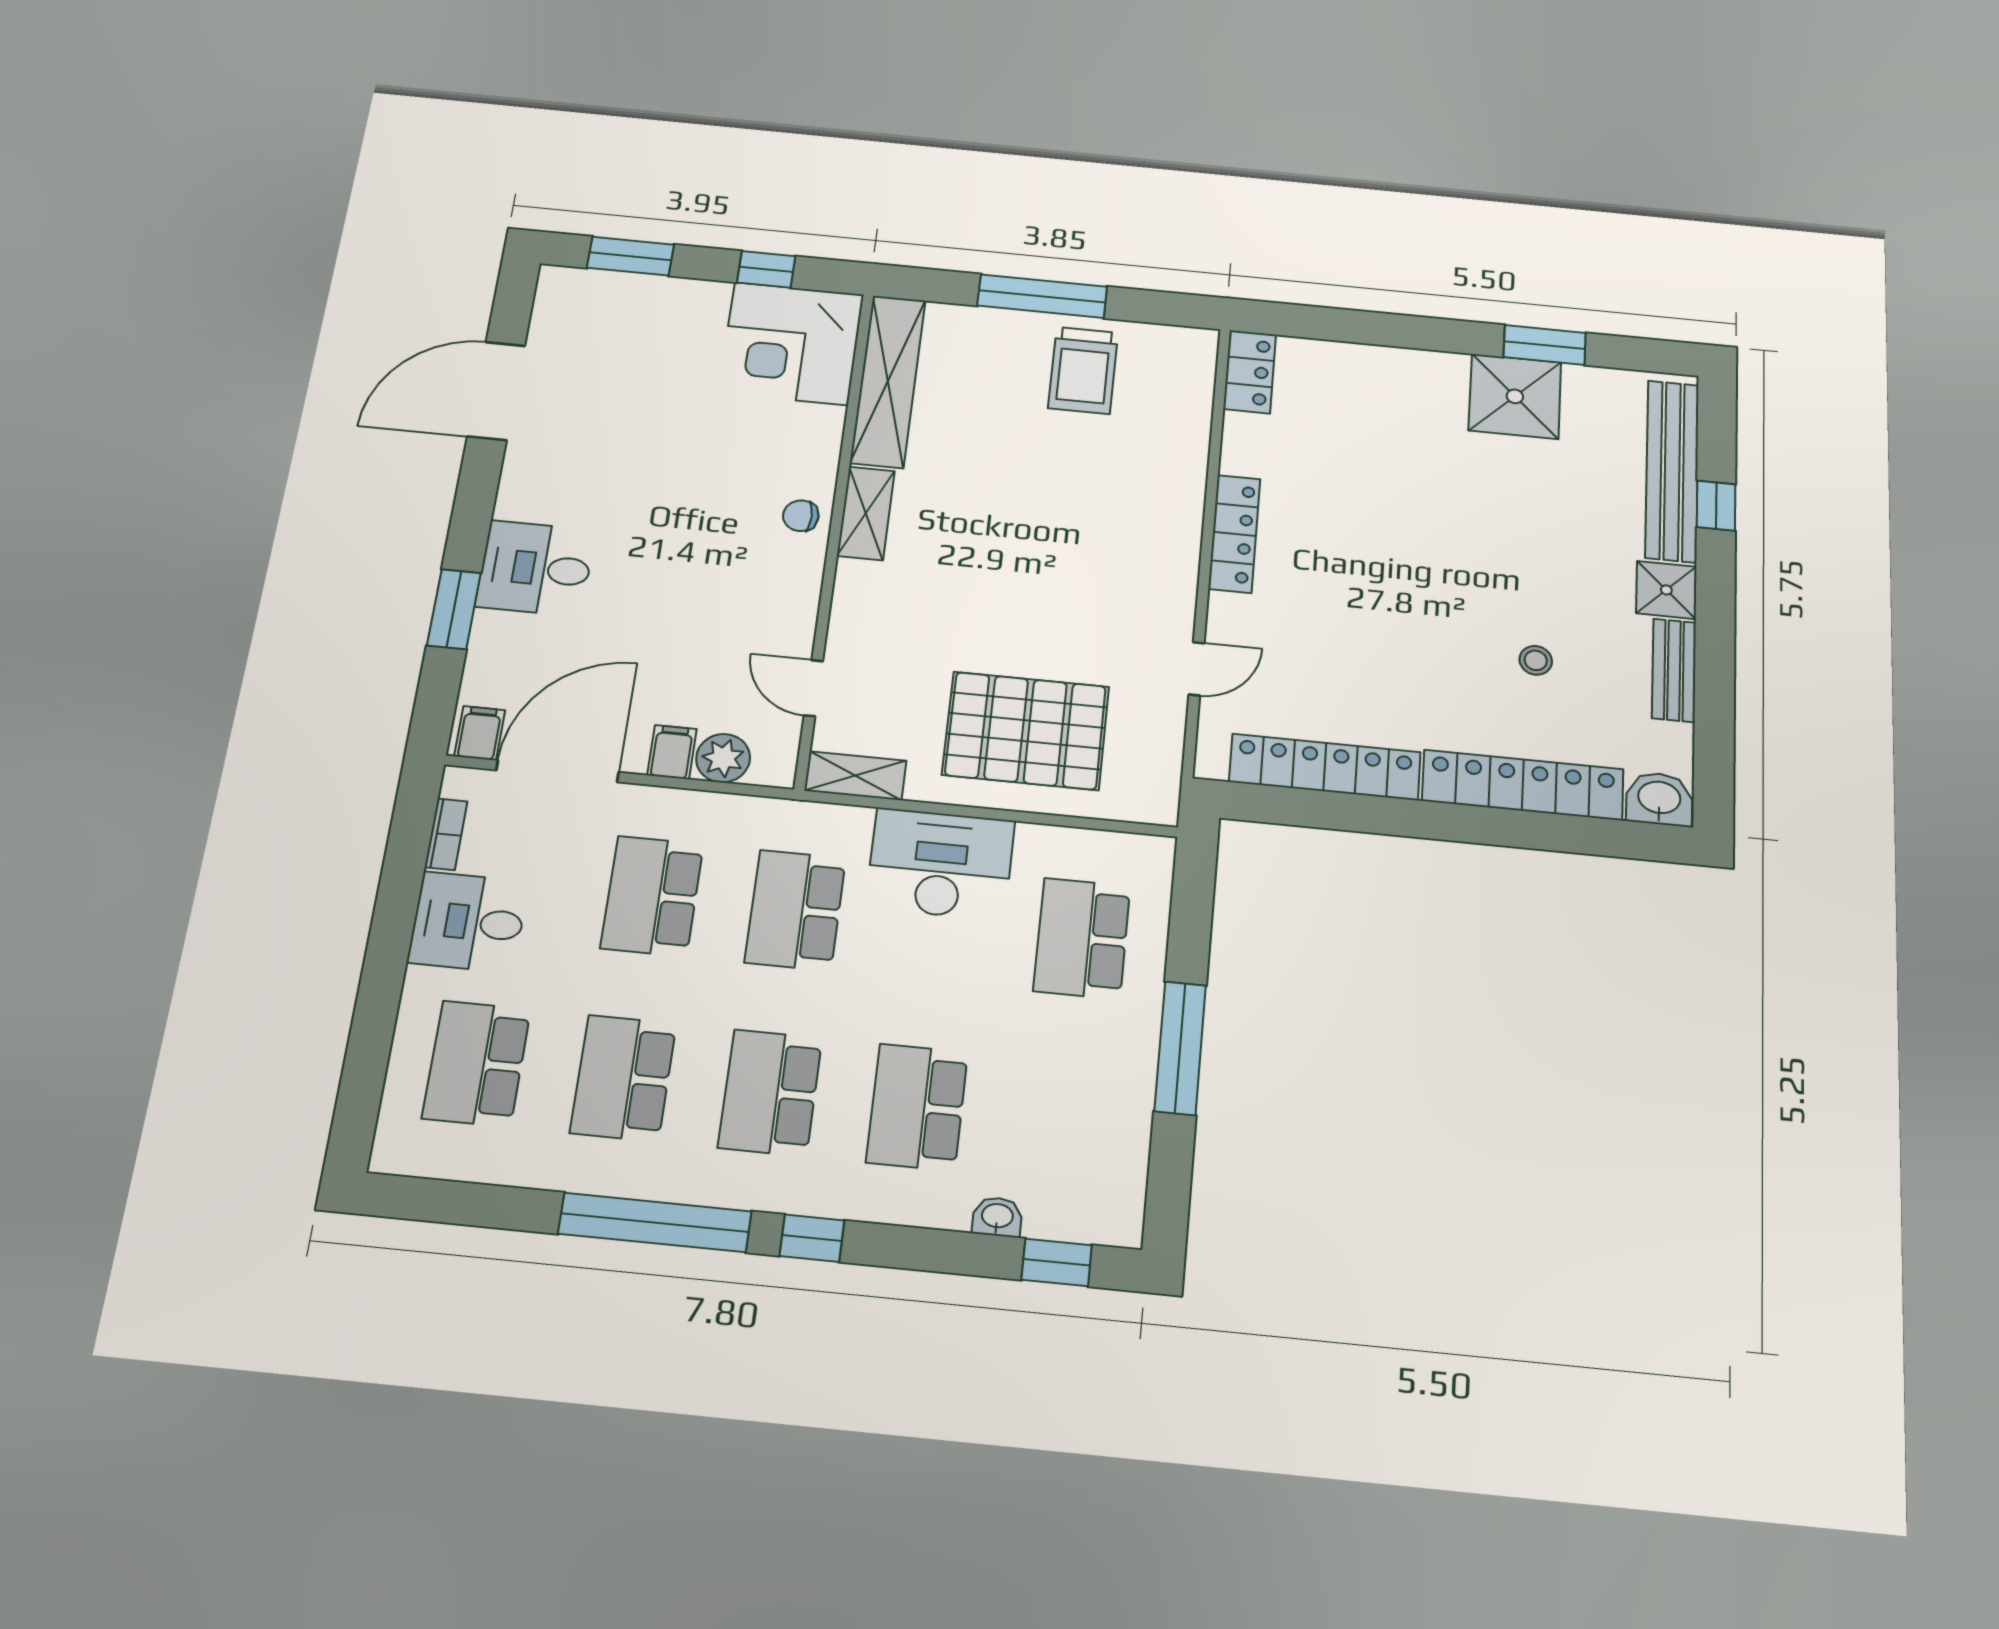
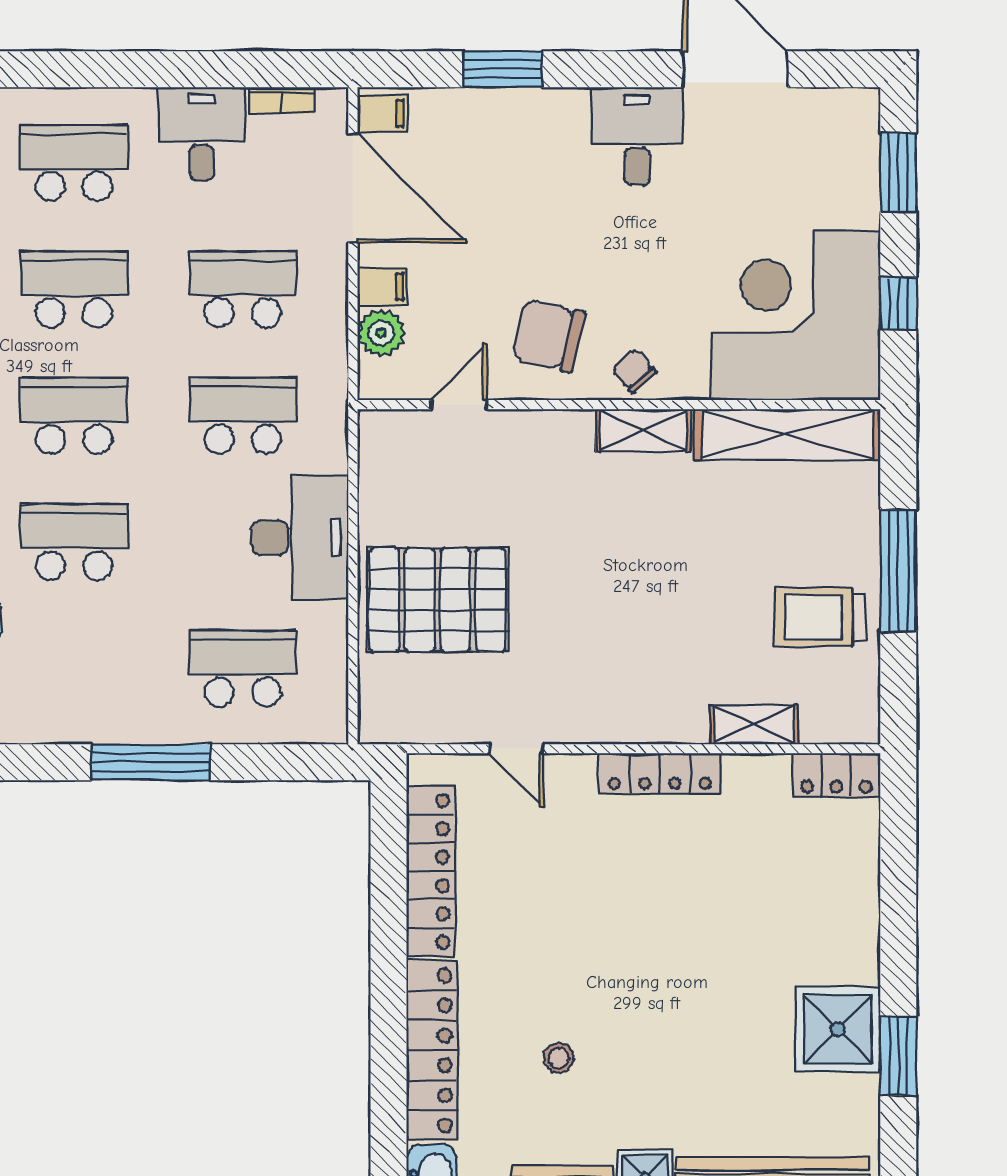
corner desk: (791, 343) -> (796, 316), width x1.36, depth x1.36
chair: (801, 516) -> (634, 371), turned -41
desk: (535, 568) -> (637, 136), moved
chair: (751, 593) -> (549, 336), added
pallet: (1026, 731) -> (437, 600), turned 90
shelving: (855, 776) -> (754, 725), moved, turned 90

